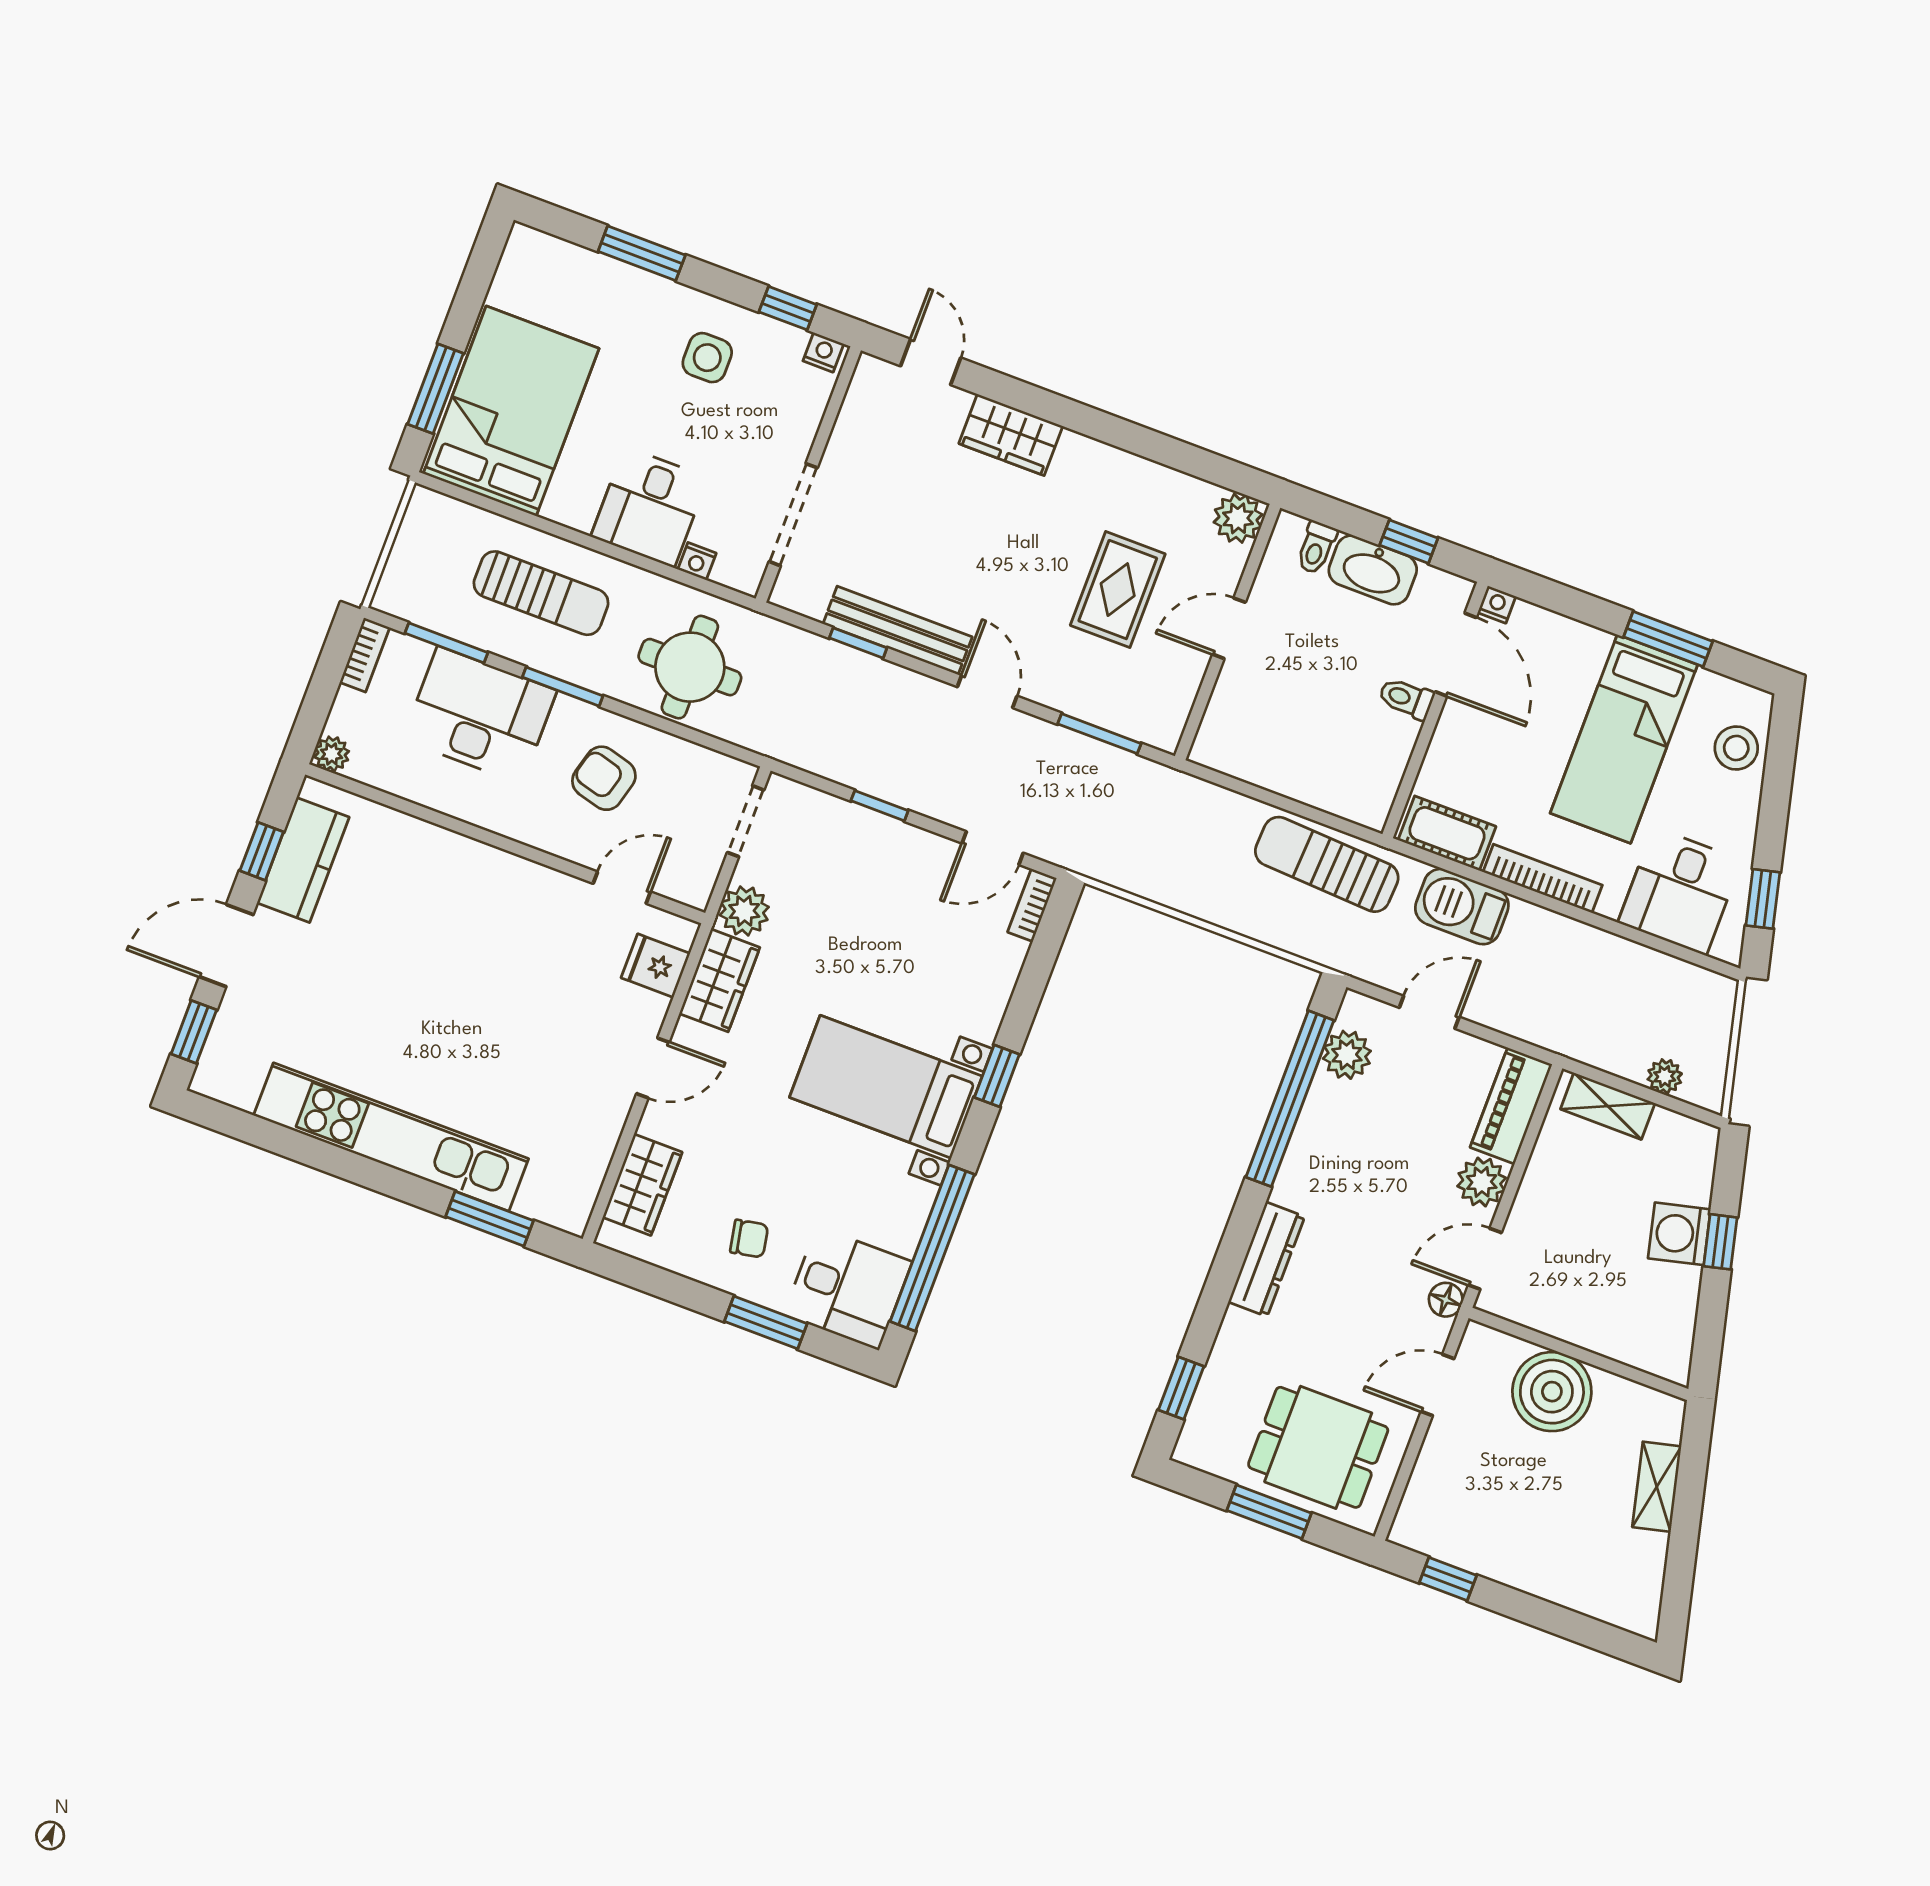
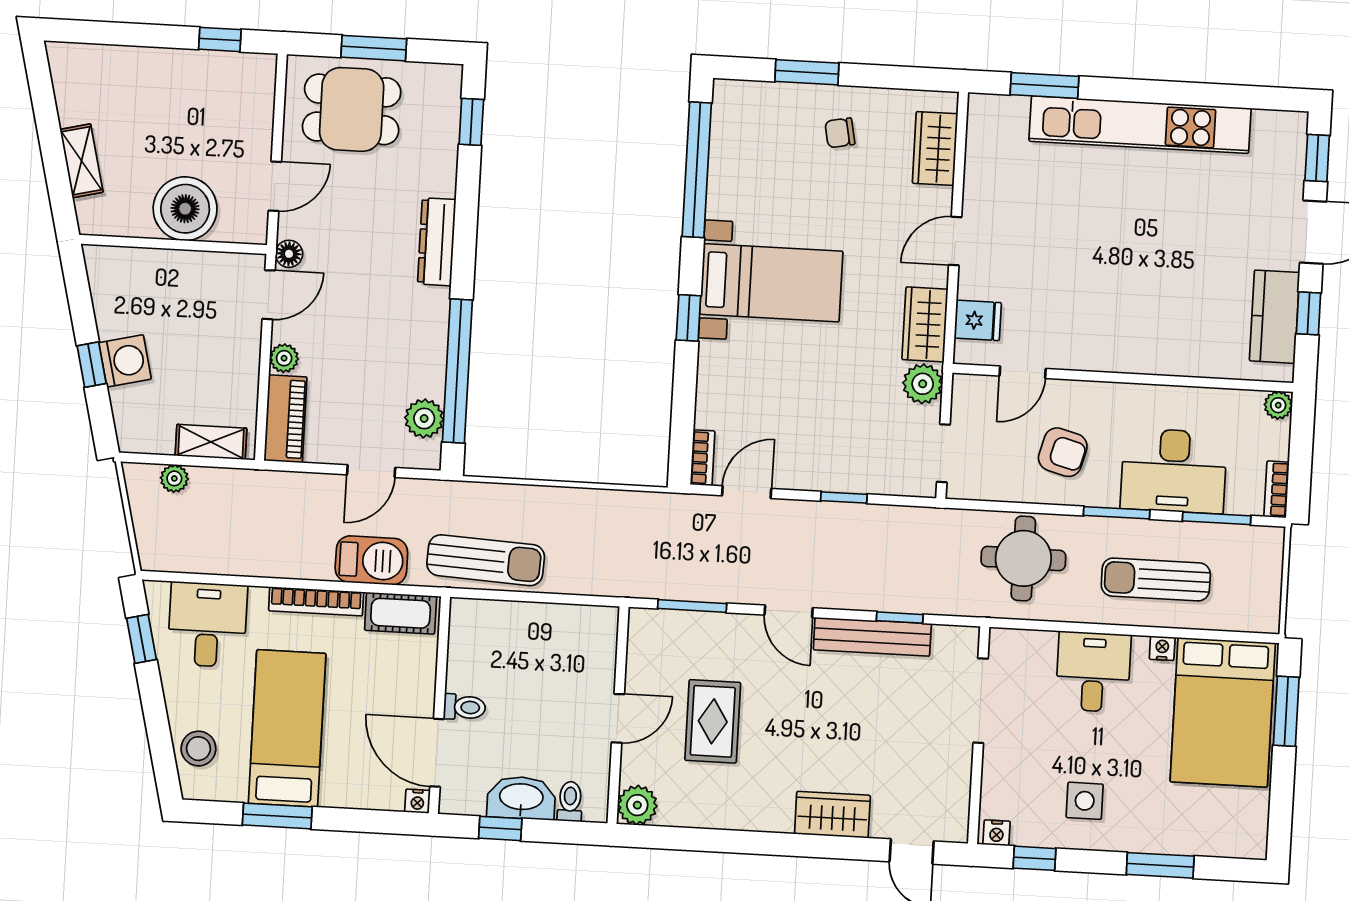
nightstand: (697, 561) -> (1162, 648), moved
plant: (1482, 1182) -> (284, 358), width x0.73, depth x0.73
desk: (848, 1288) -> (752, 119), removed

